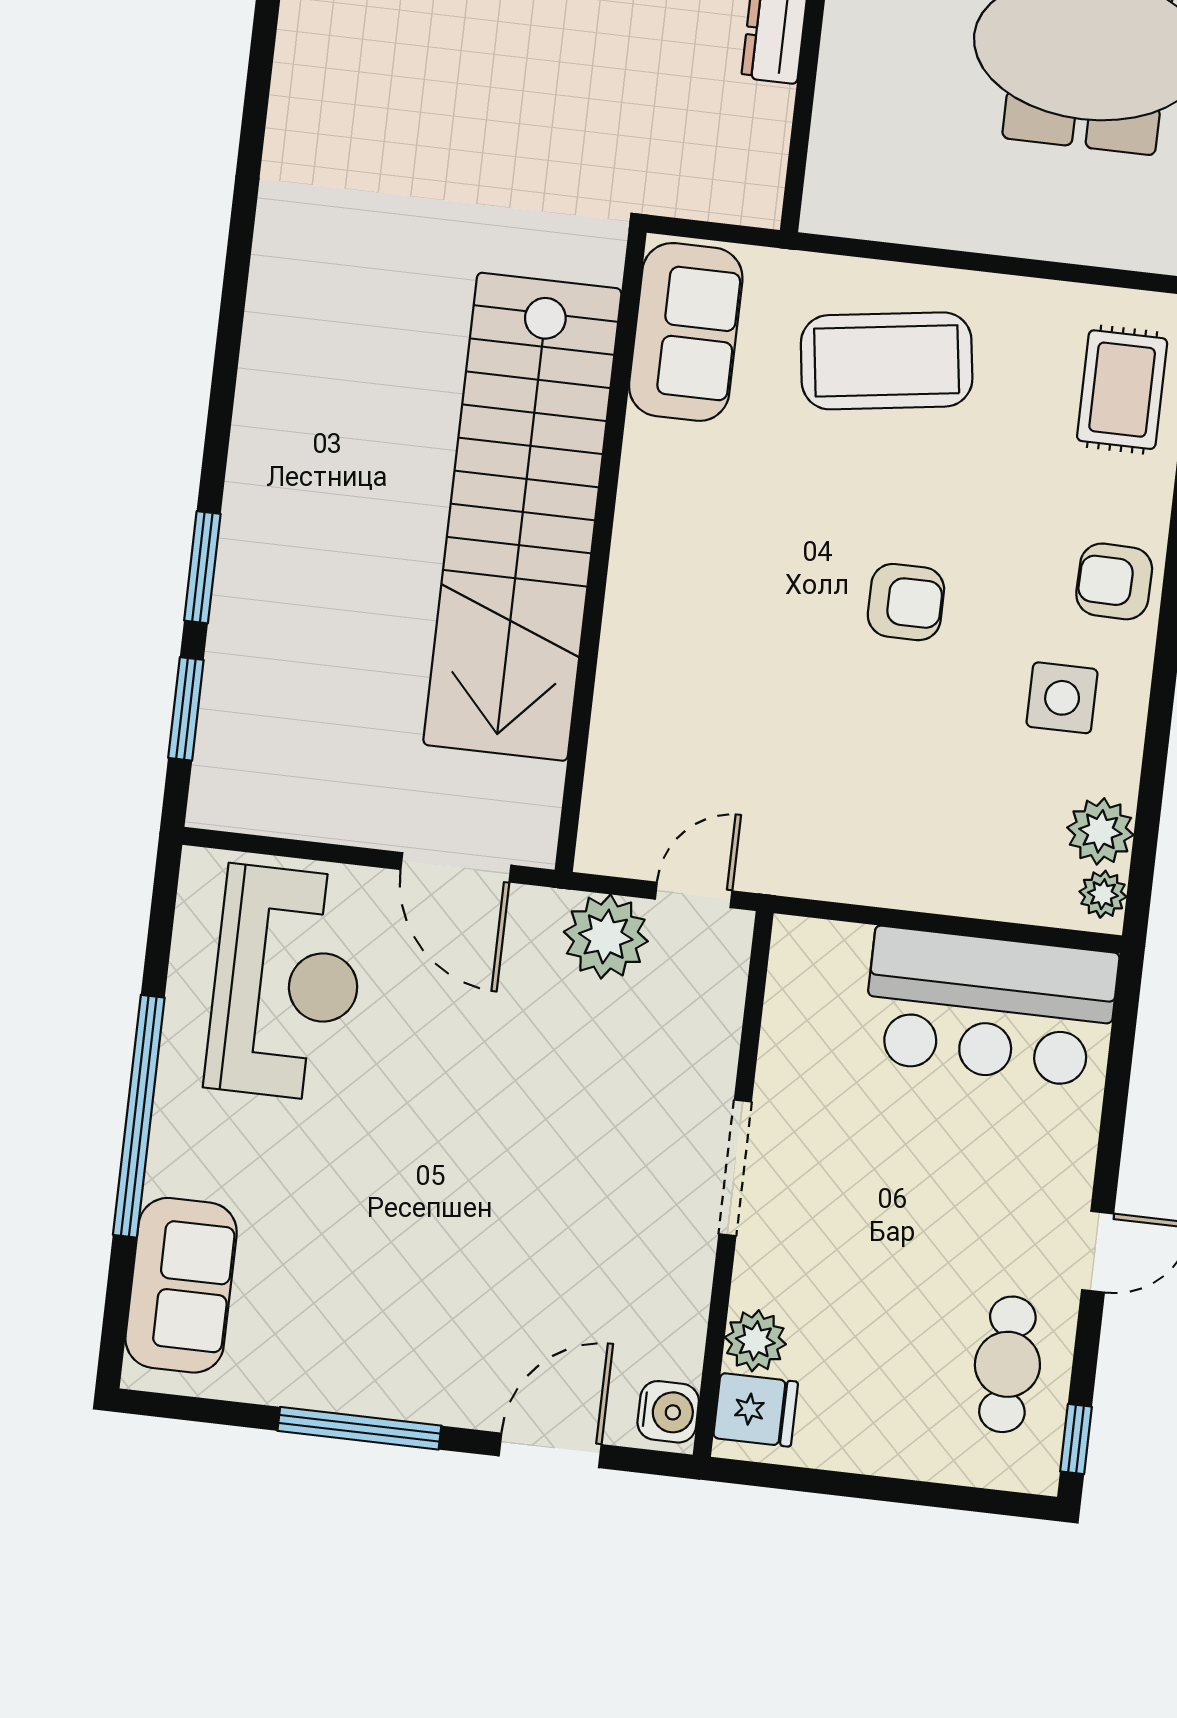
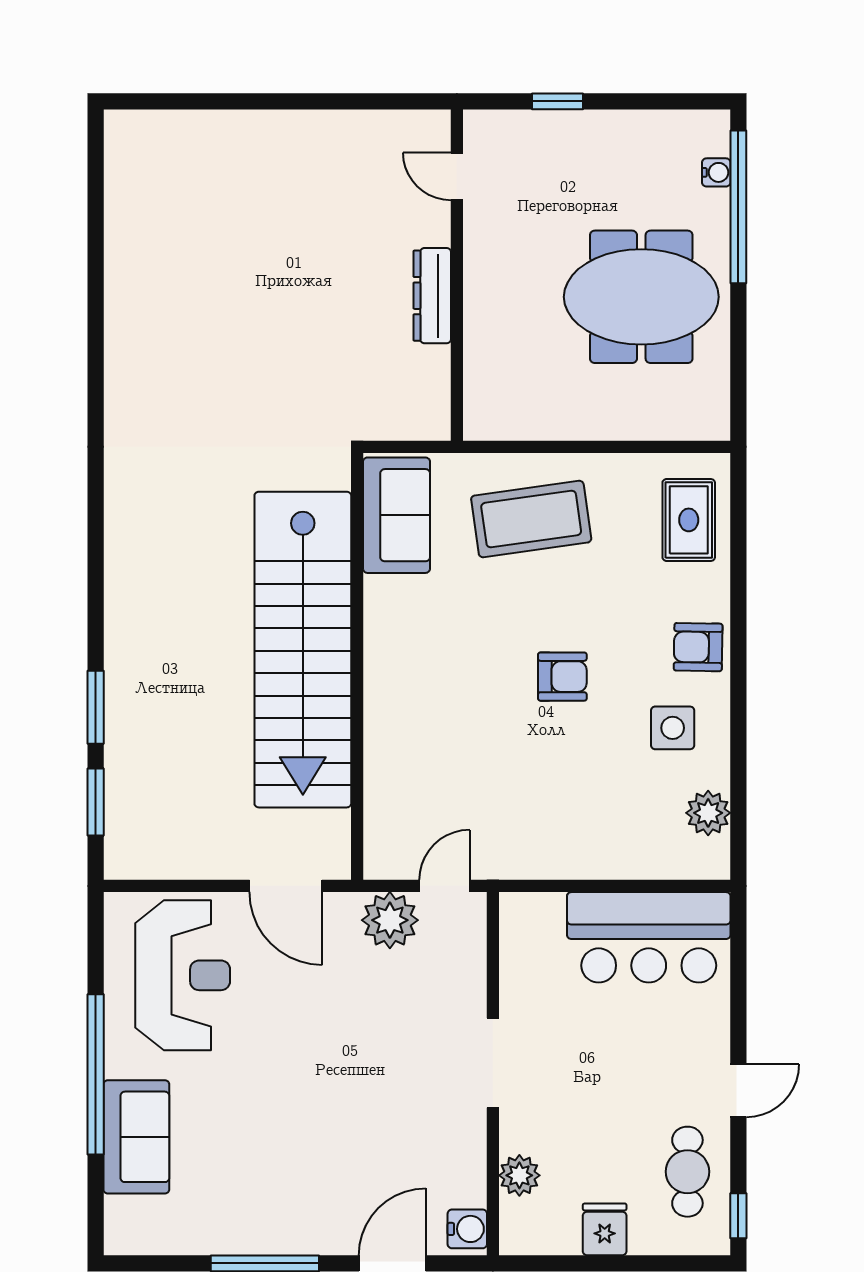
plant: (1103, 894) -> (715, 854), removed
sofa: (181, 1285) -> (136, 1137), moved
fridge: (756, 1410) -> (605, 1229), moved, turned -90

